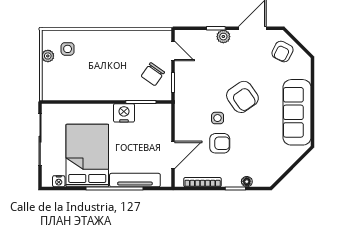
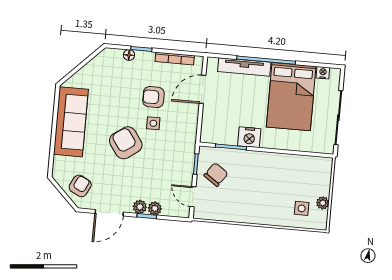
plant: (209, 36) -> (155, 208), added

